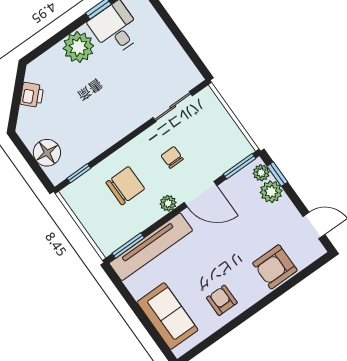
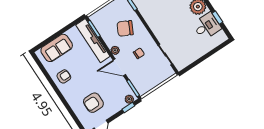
chair: (125, 186) -> (125, 28), turned 116
plant: (271, 192) -> (119, 104), removed
door: (200, 194) -> (119, 67), hinge flipped
armchair: (275, 267) -> (93, 103), moved, turned -90

